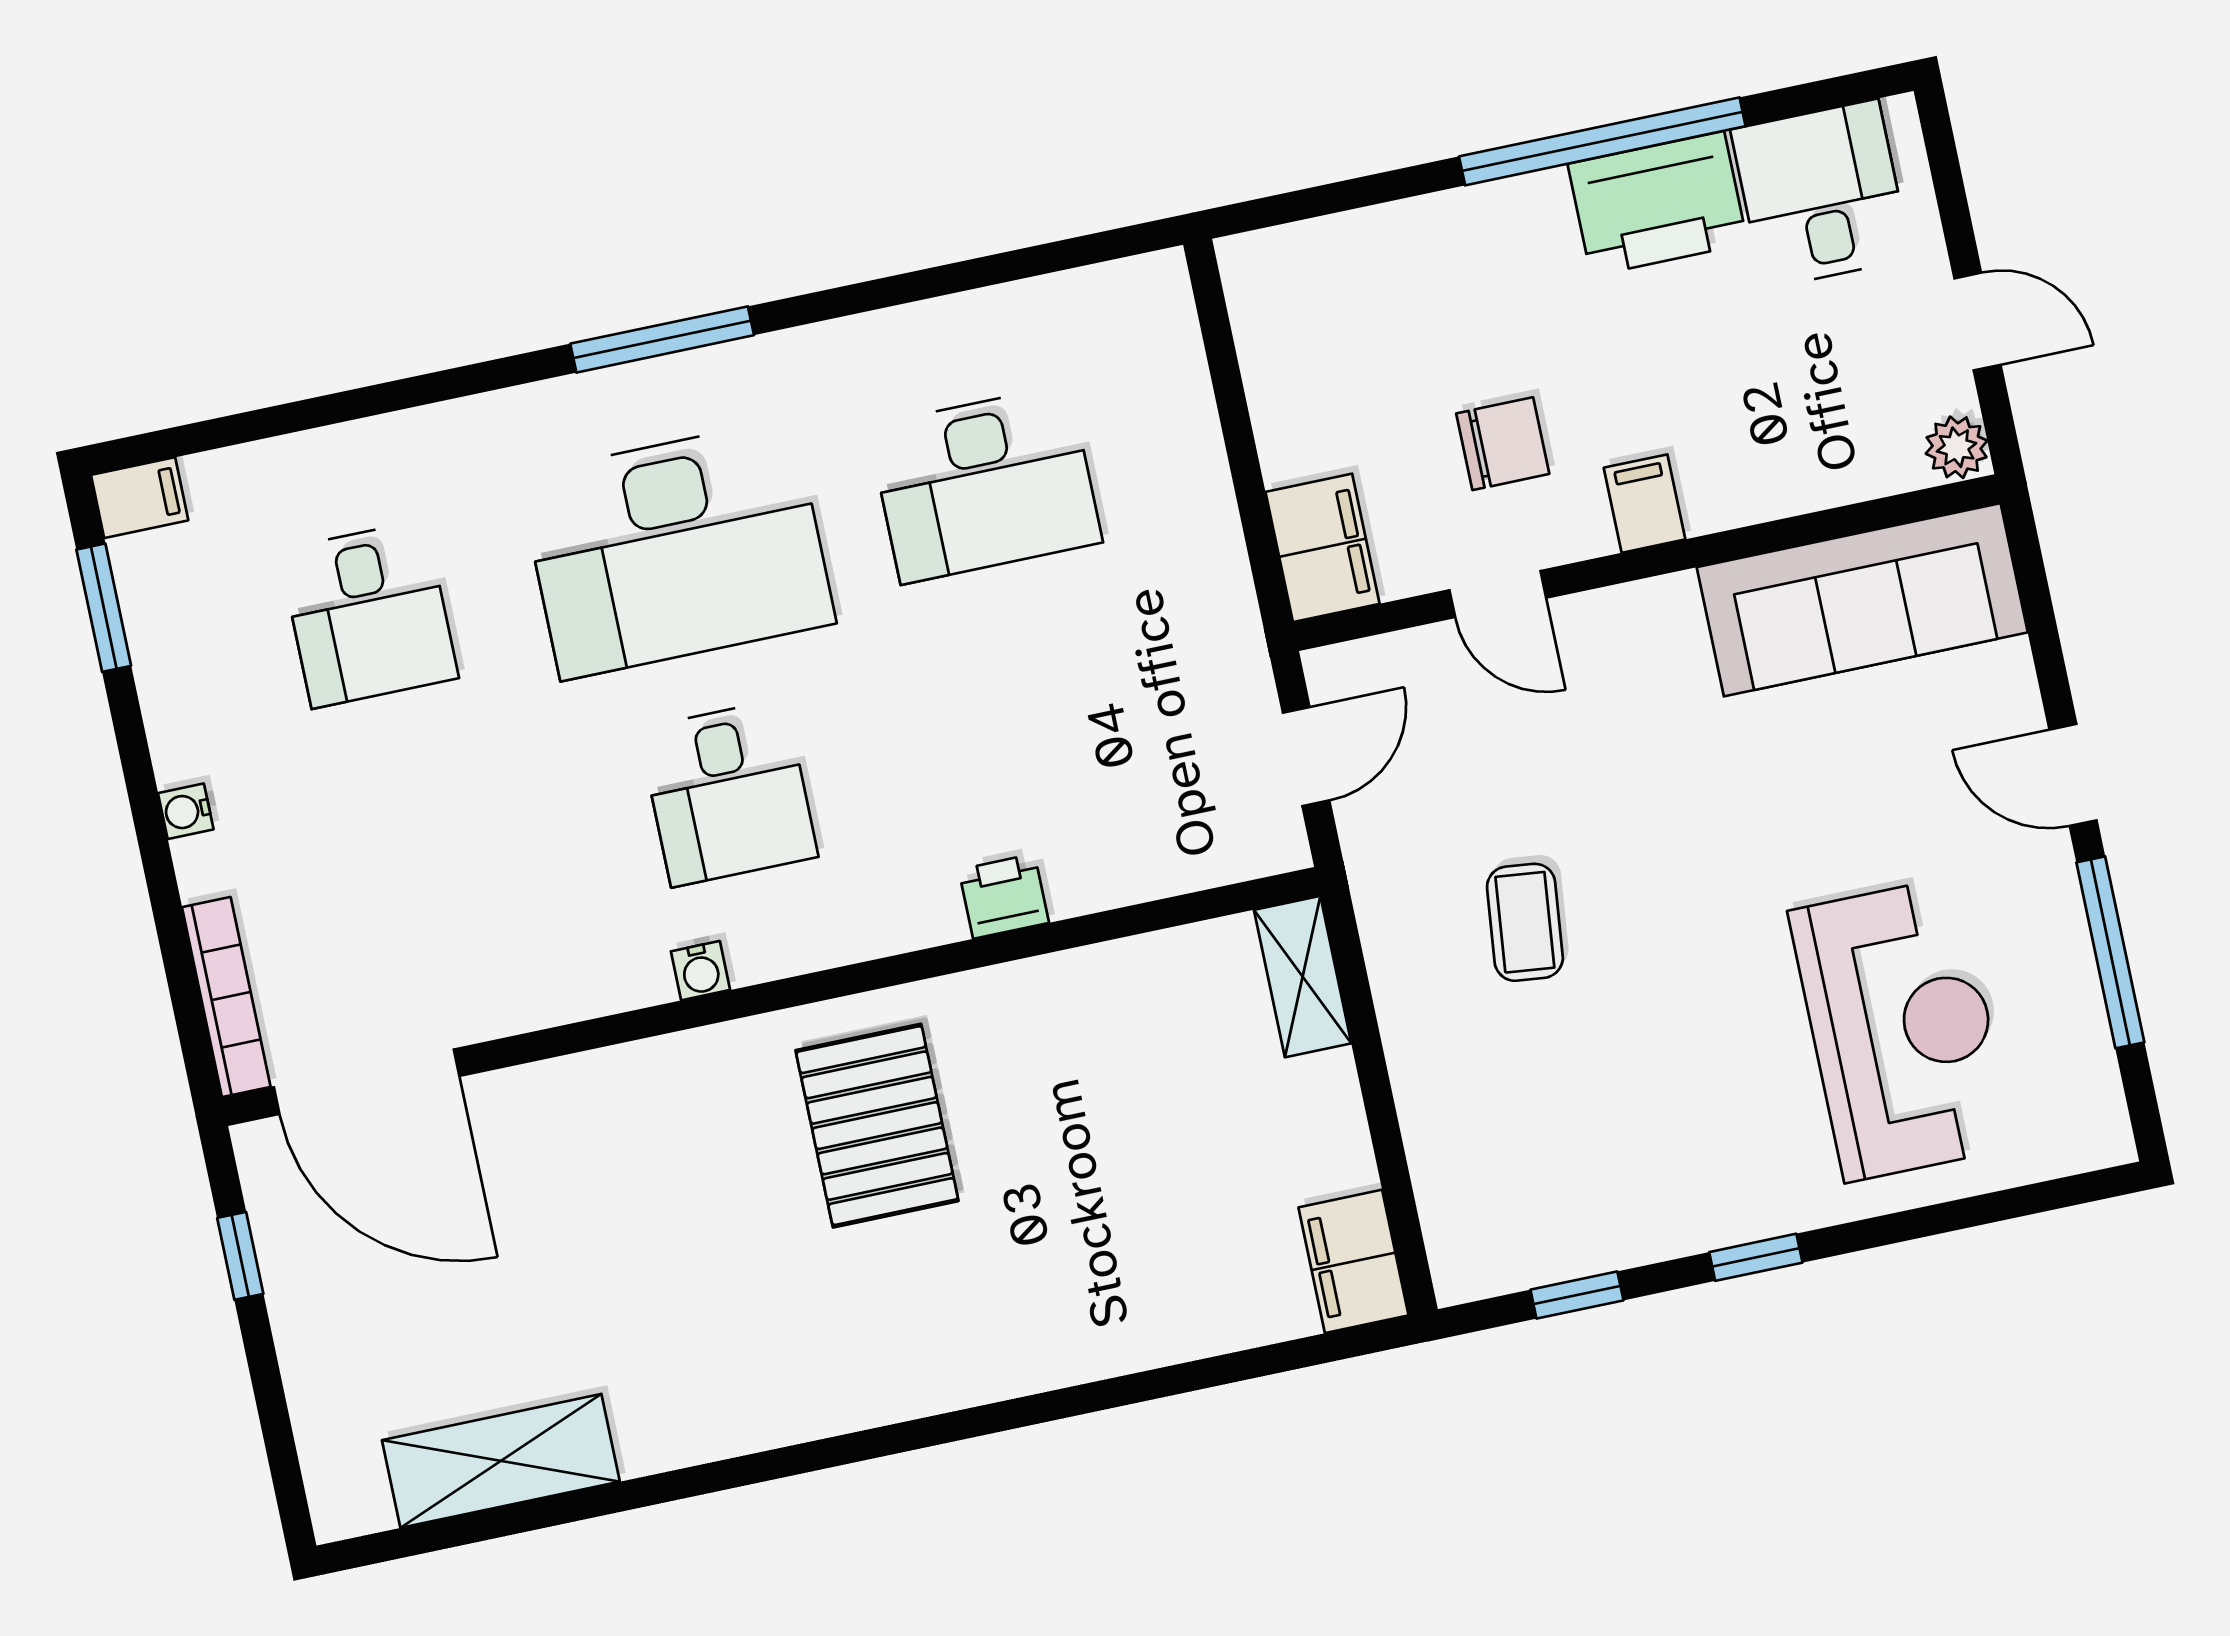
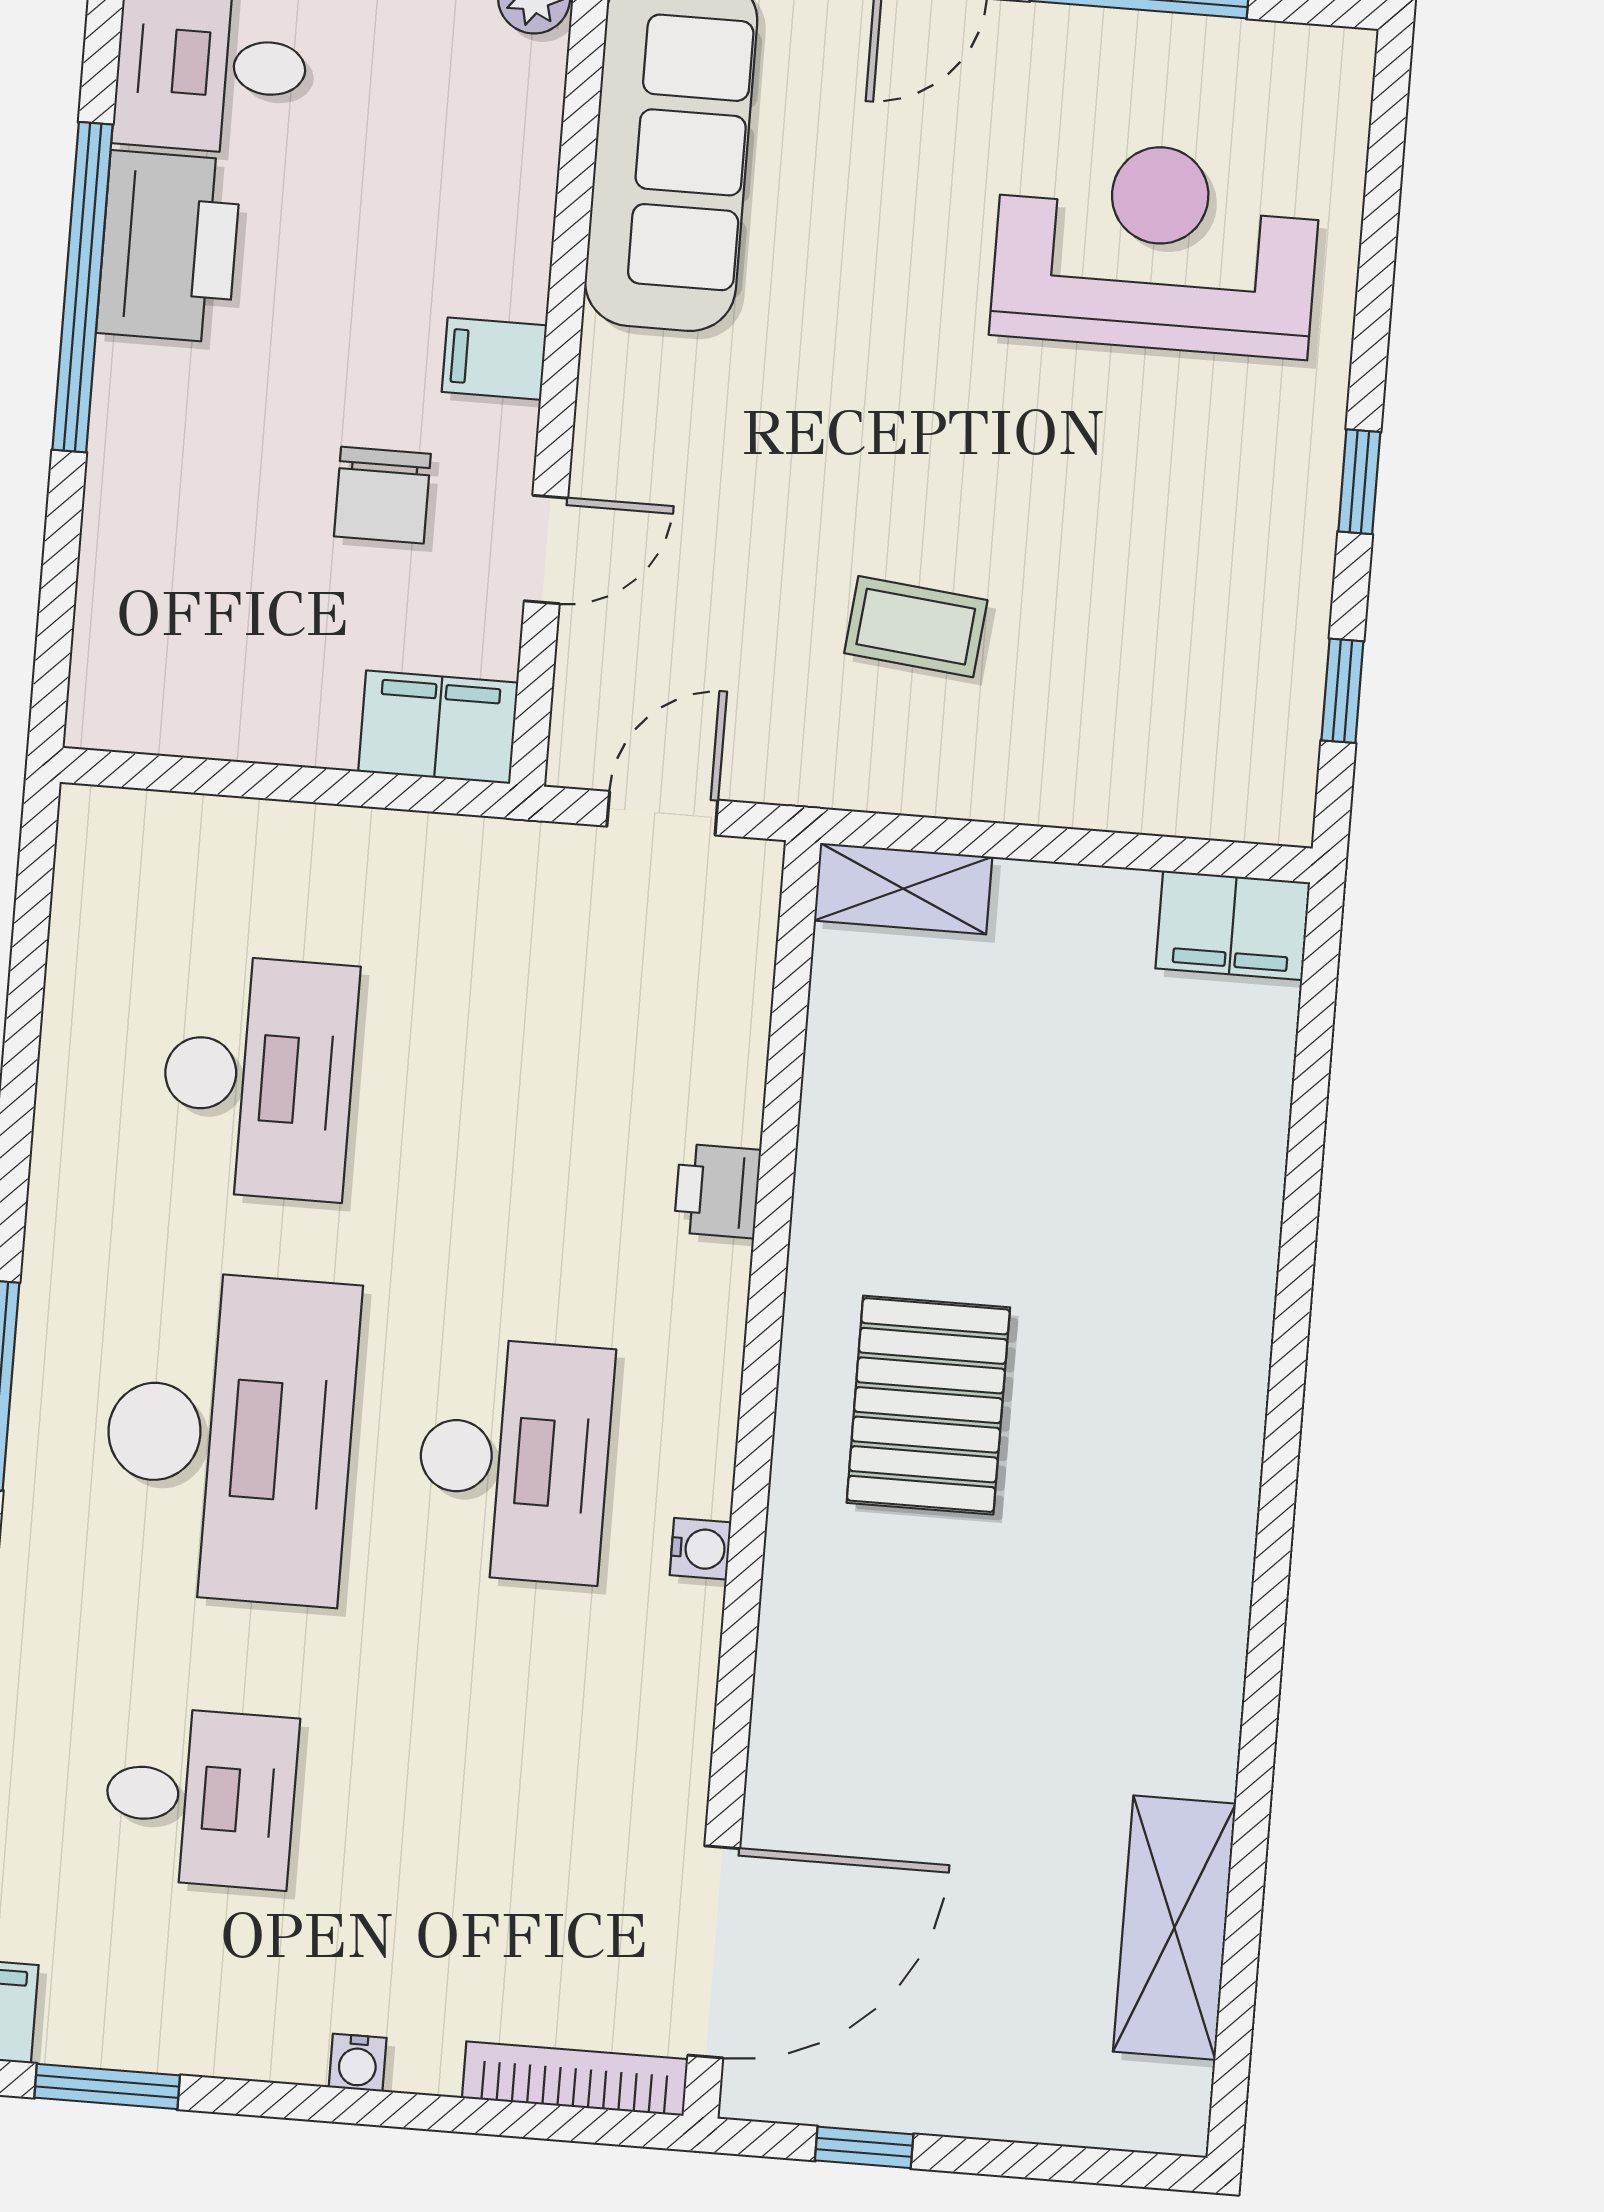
chair: (1503, 444) -> (382, 495), turned 180
door: (1306, 757) -> (662, 813), hinge flipped
desk: (728, 793) -> (514, 1460), width x1.37
pallet: (877, 1126) -> (928, 1405), turned 90

